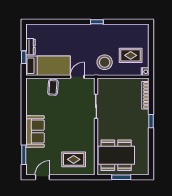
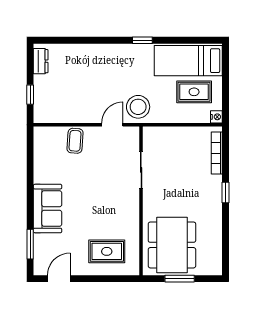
dresser: (31, 47) -> (41, 61), moved
stool: (105, 62) -> (138, 107), moved
bed: (48, 66) -> (188, 61), moved, turned 180
dining table: (116, 155) -> (172, 245), turned 90

